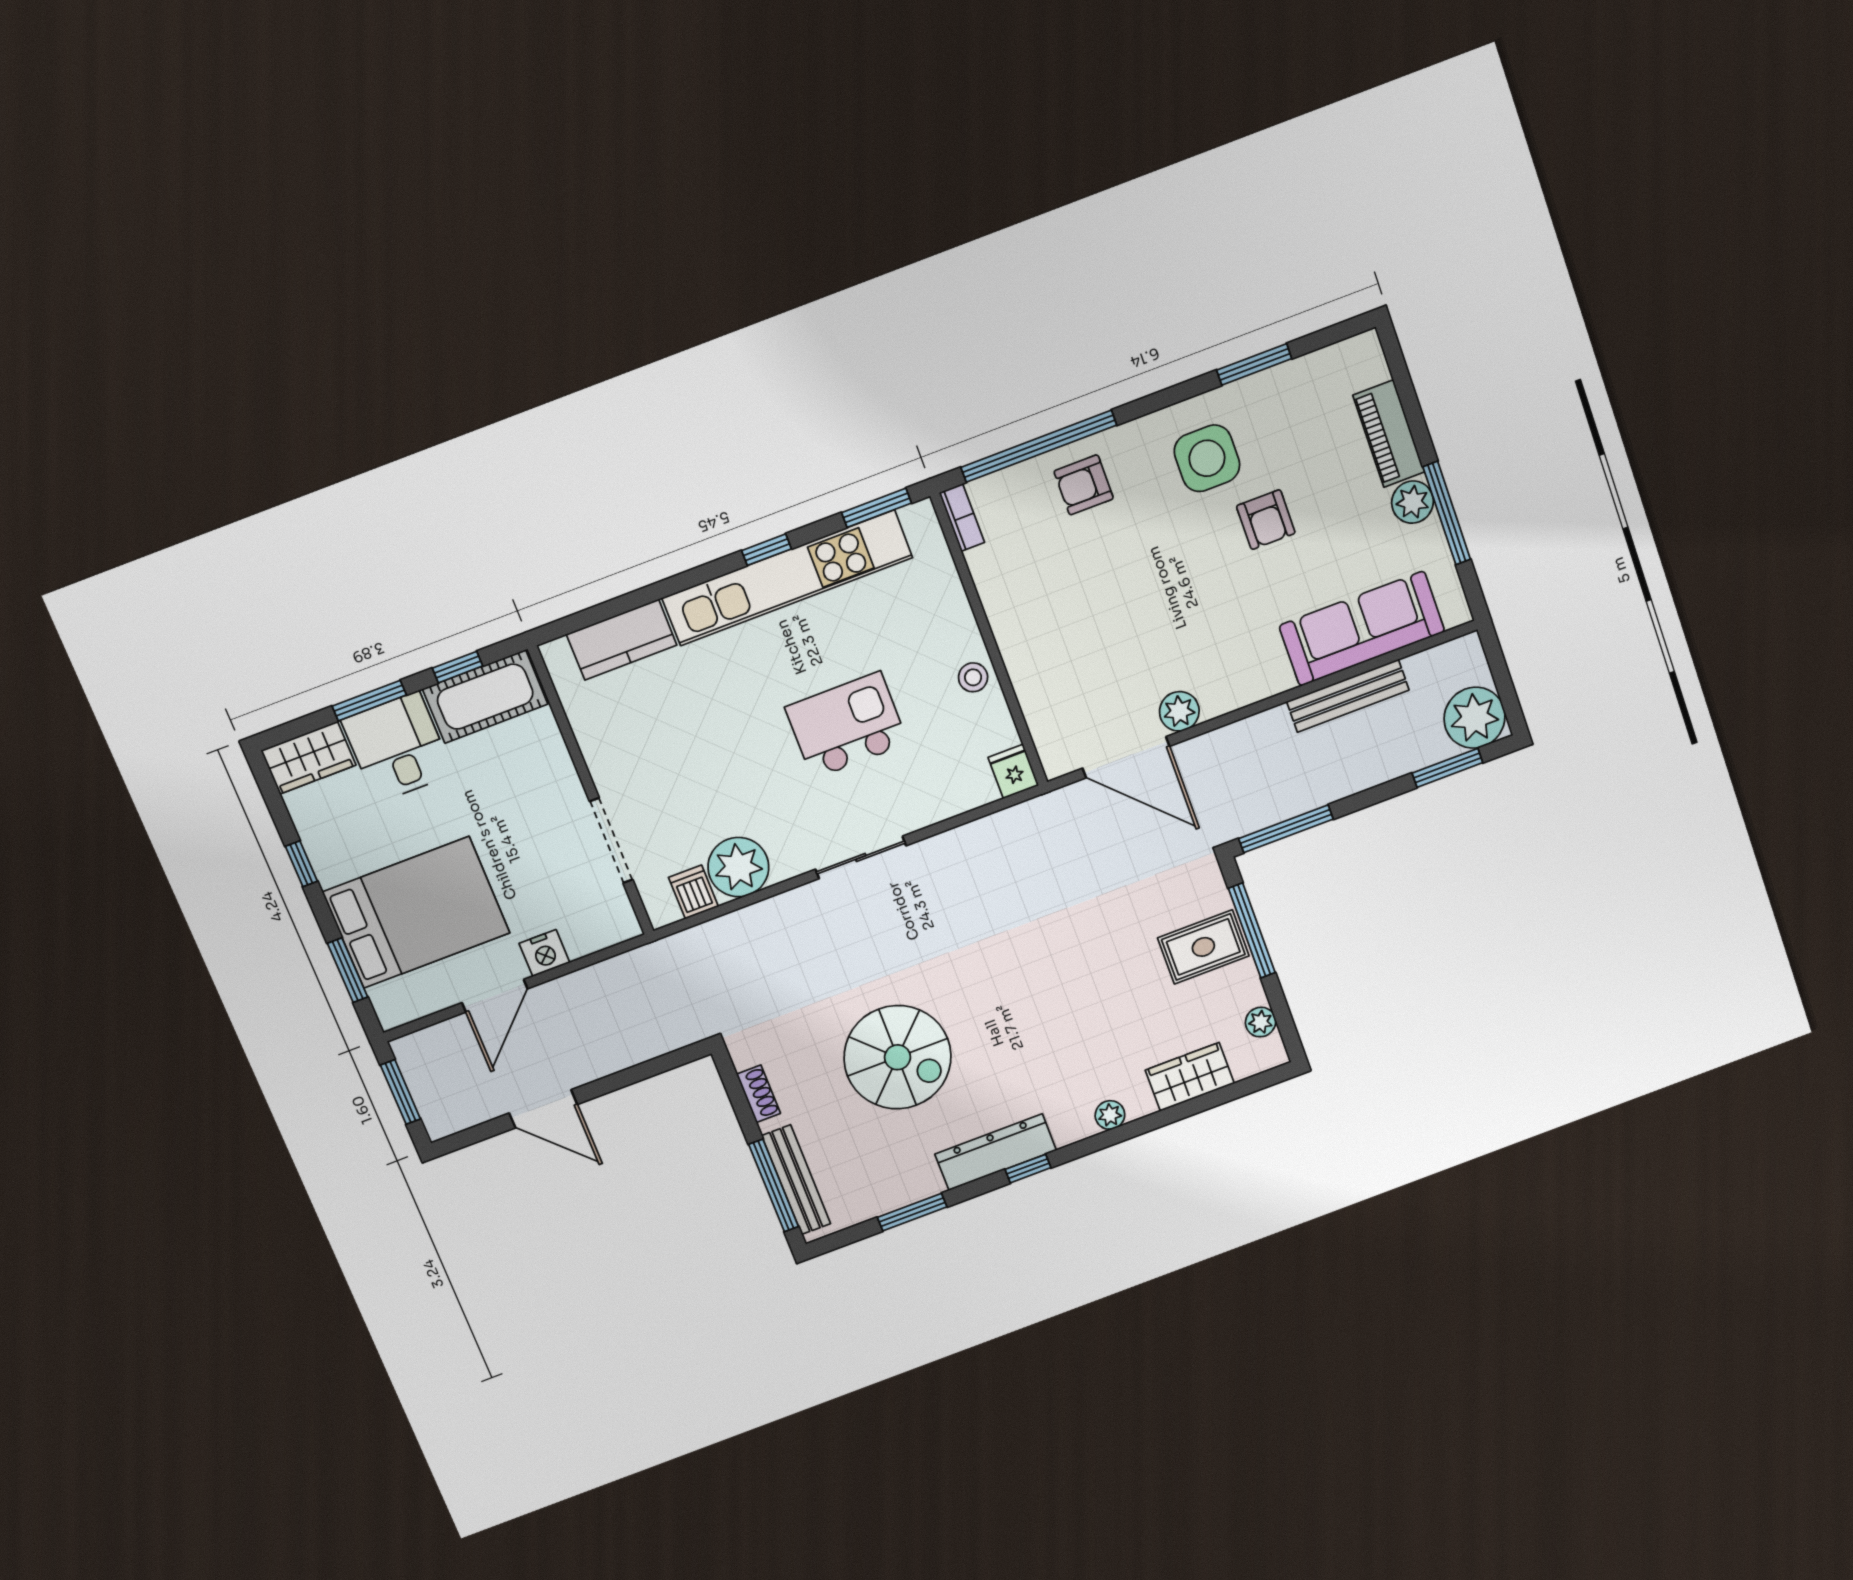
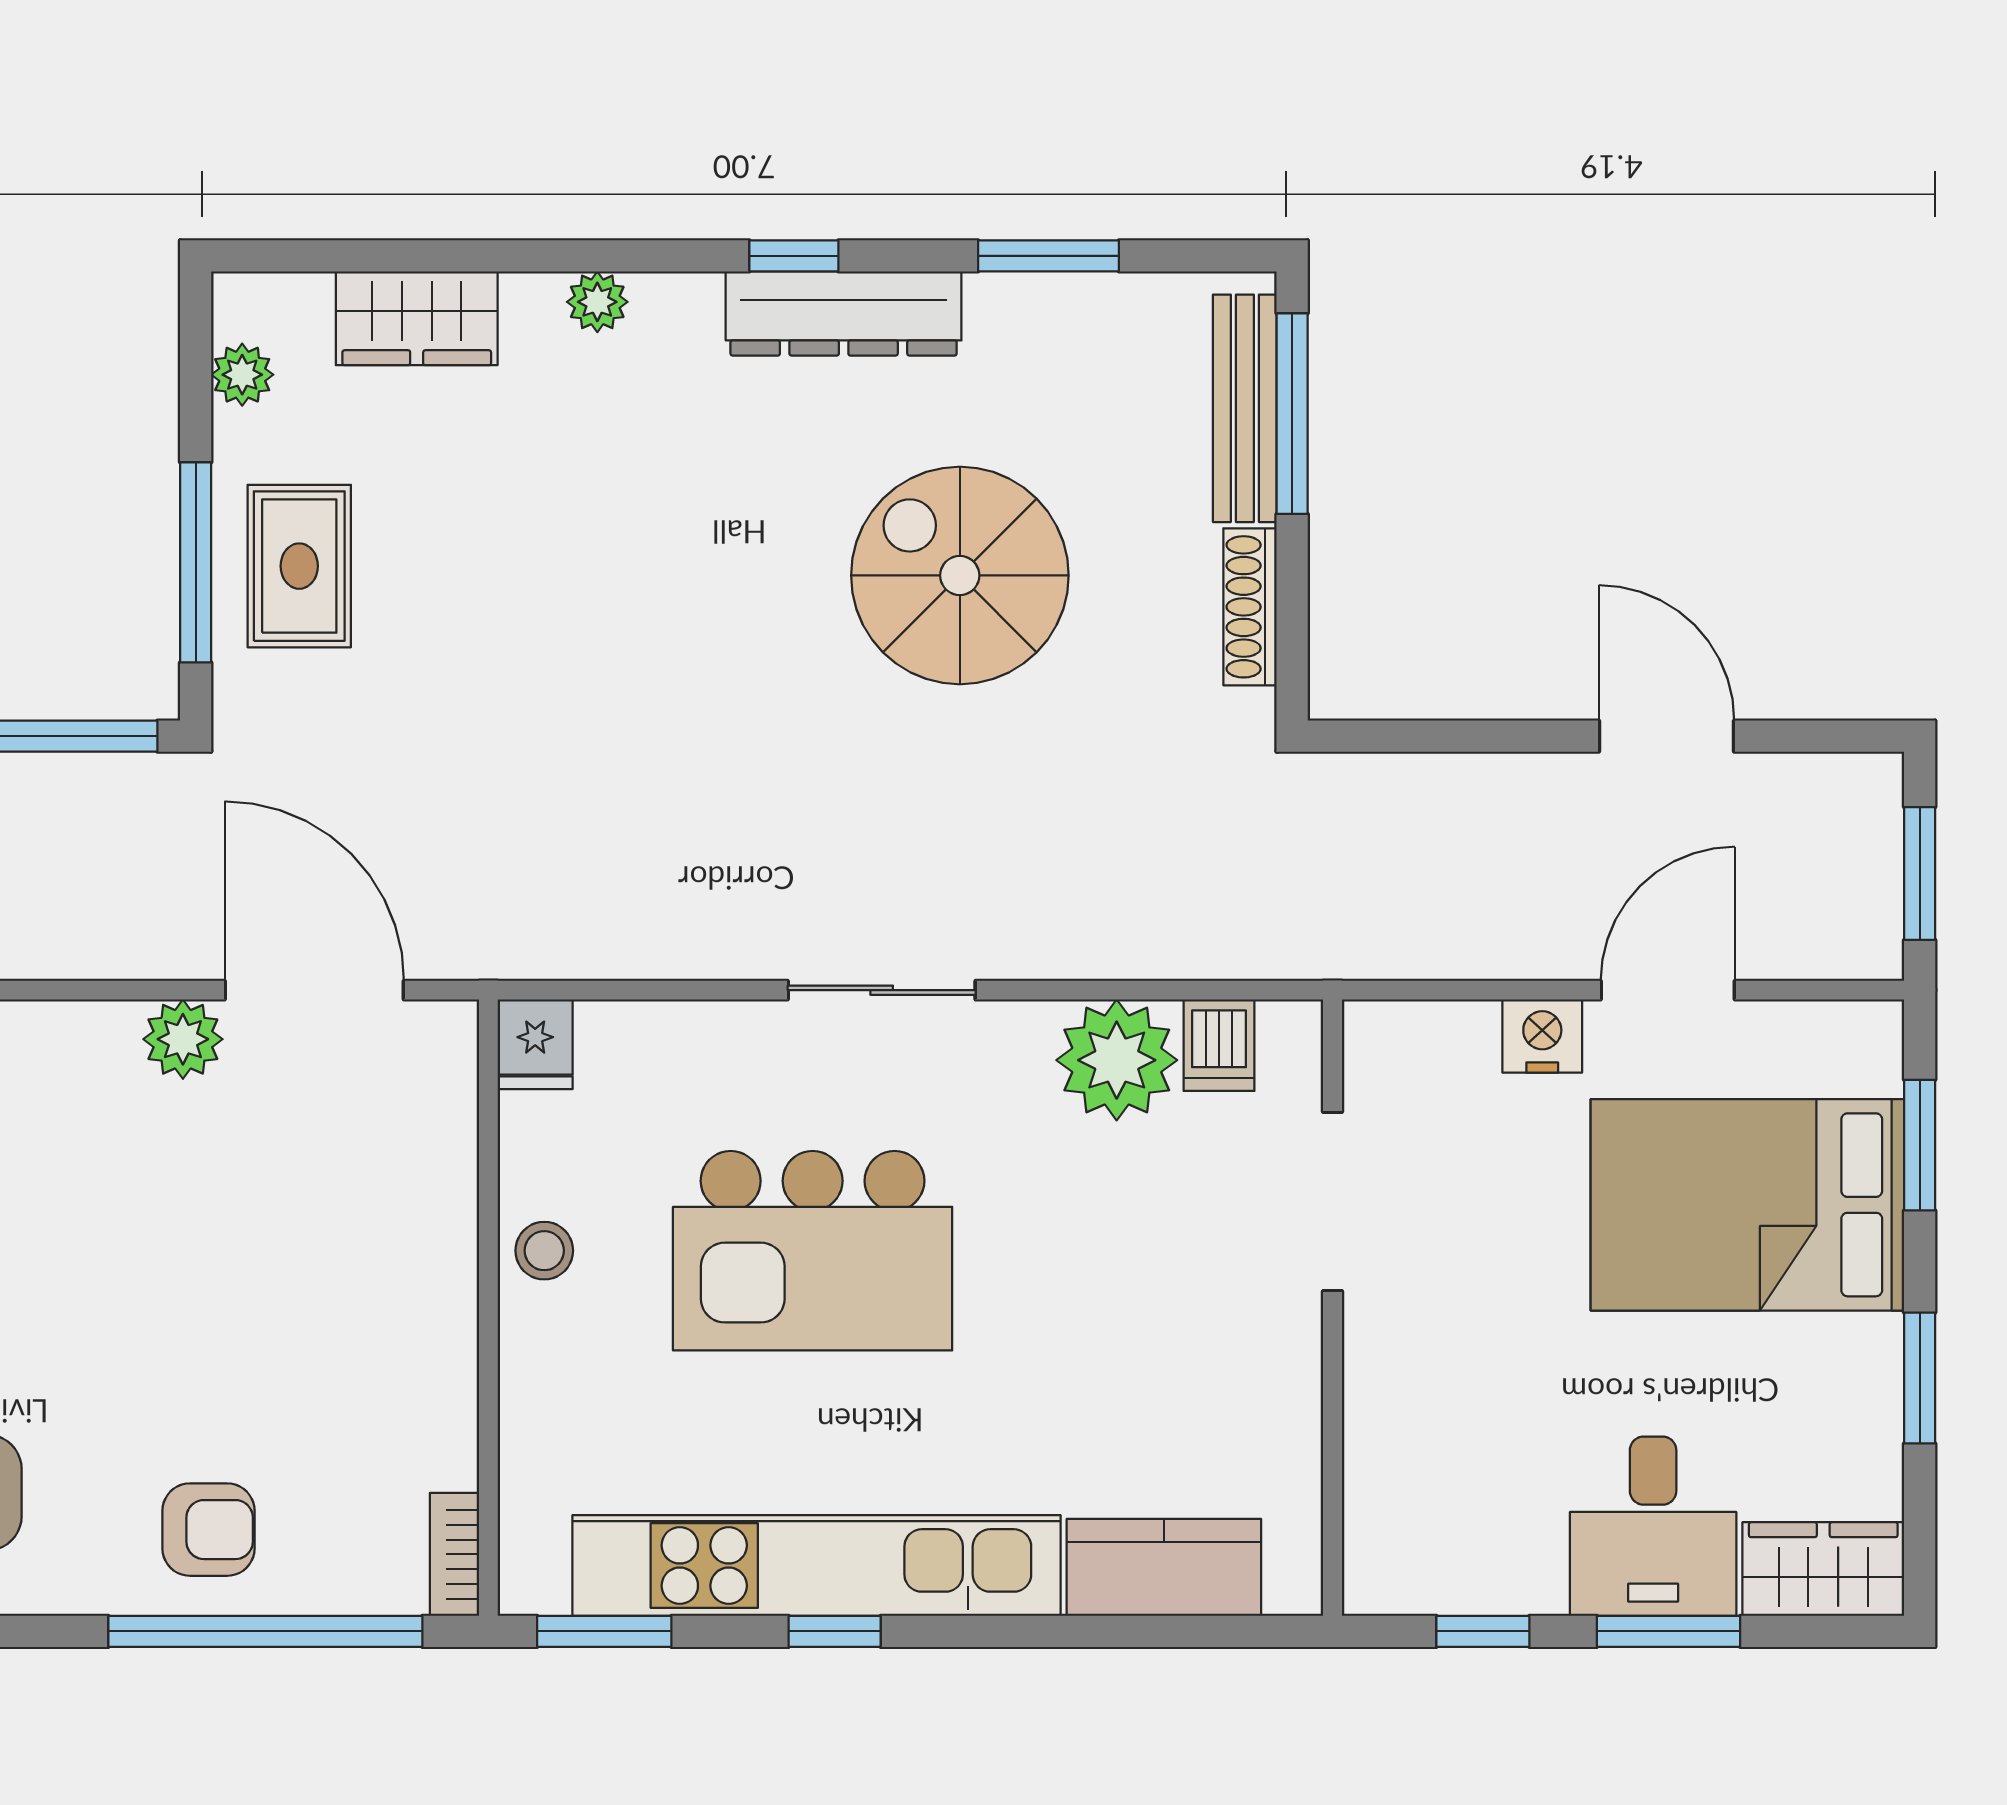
cot: (485, 697) -> (1455, 1558), removed
kitchen island: (847, 725) -> (813, 1251), width x1.37, depth x1.28
window: (301, 864) -> (1920, 1378), width x1.50
rug: (1203, 947) -> (299, 566), turned 90
shoe rack: (759, 1094) -> (1250, 607), width x1.43

